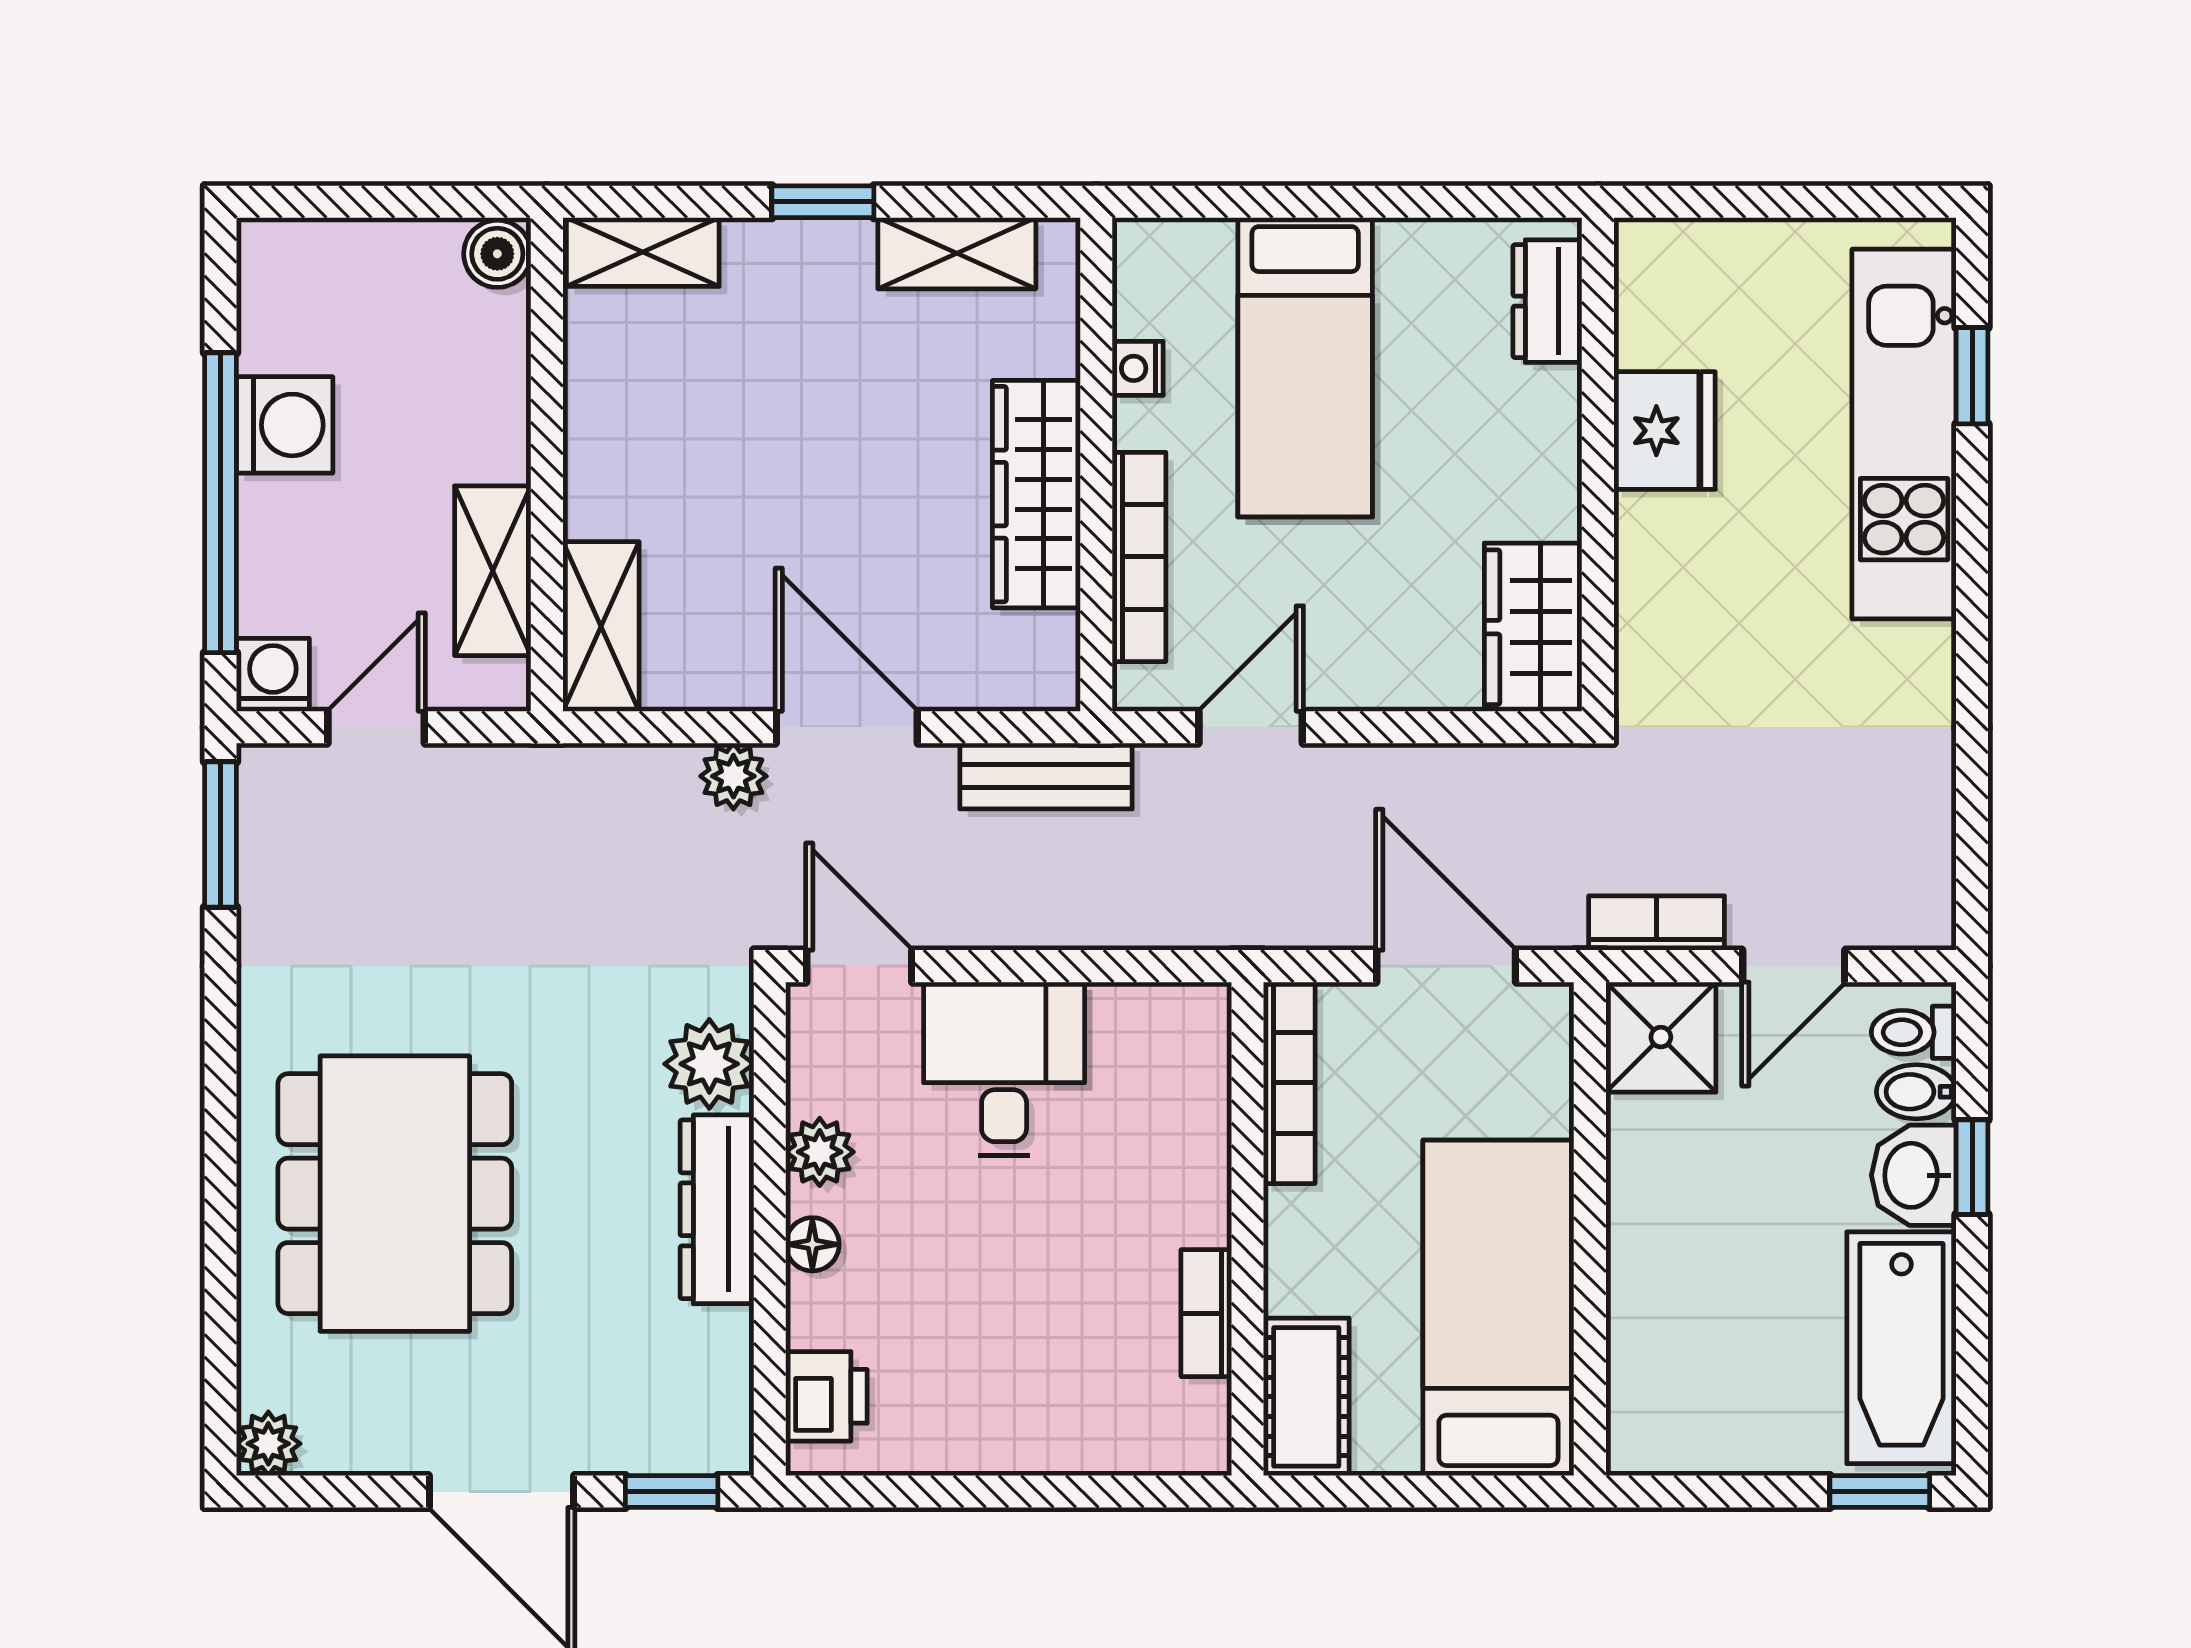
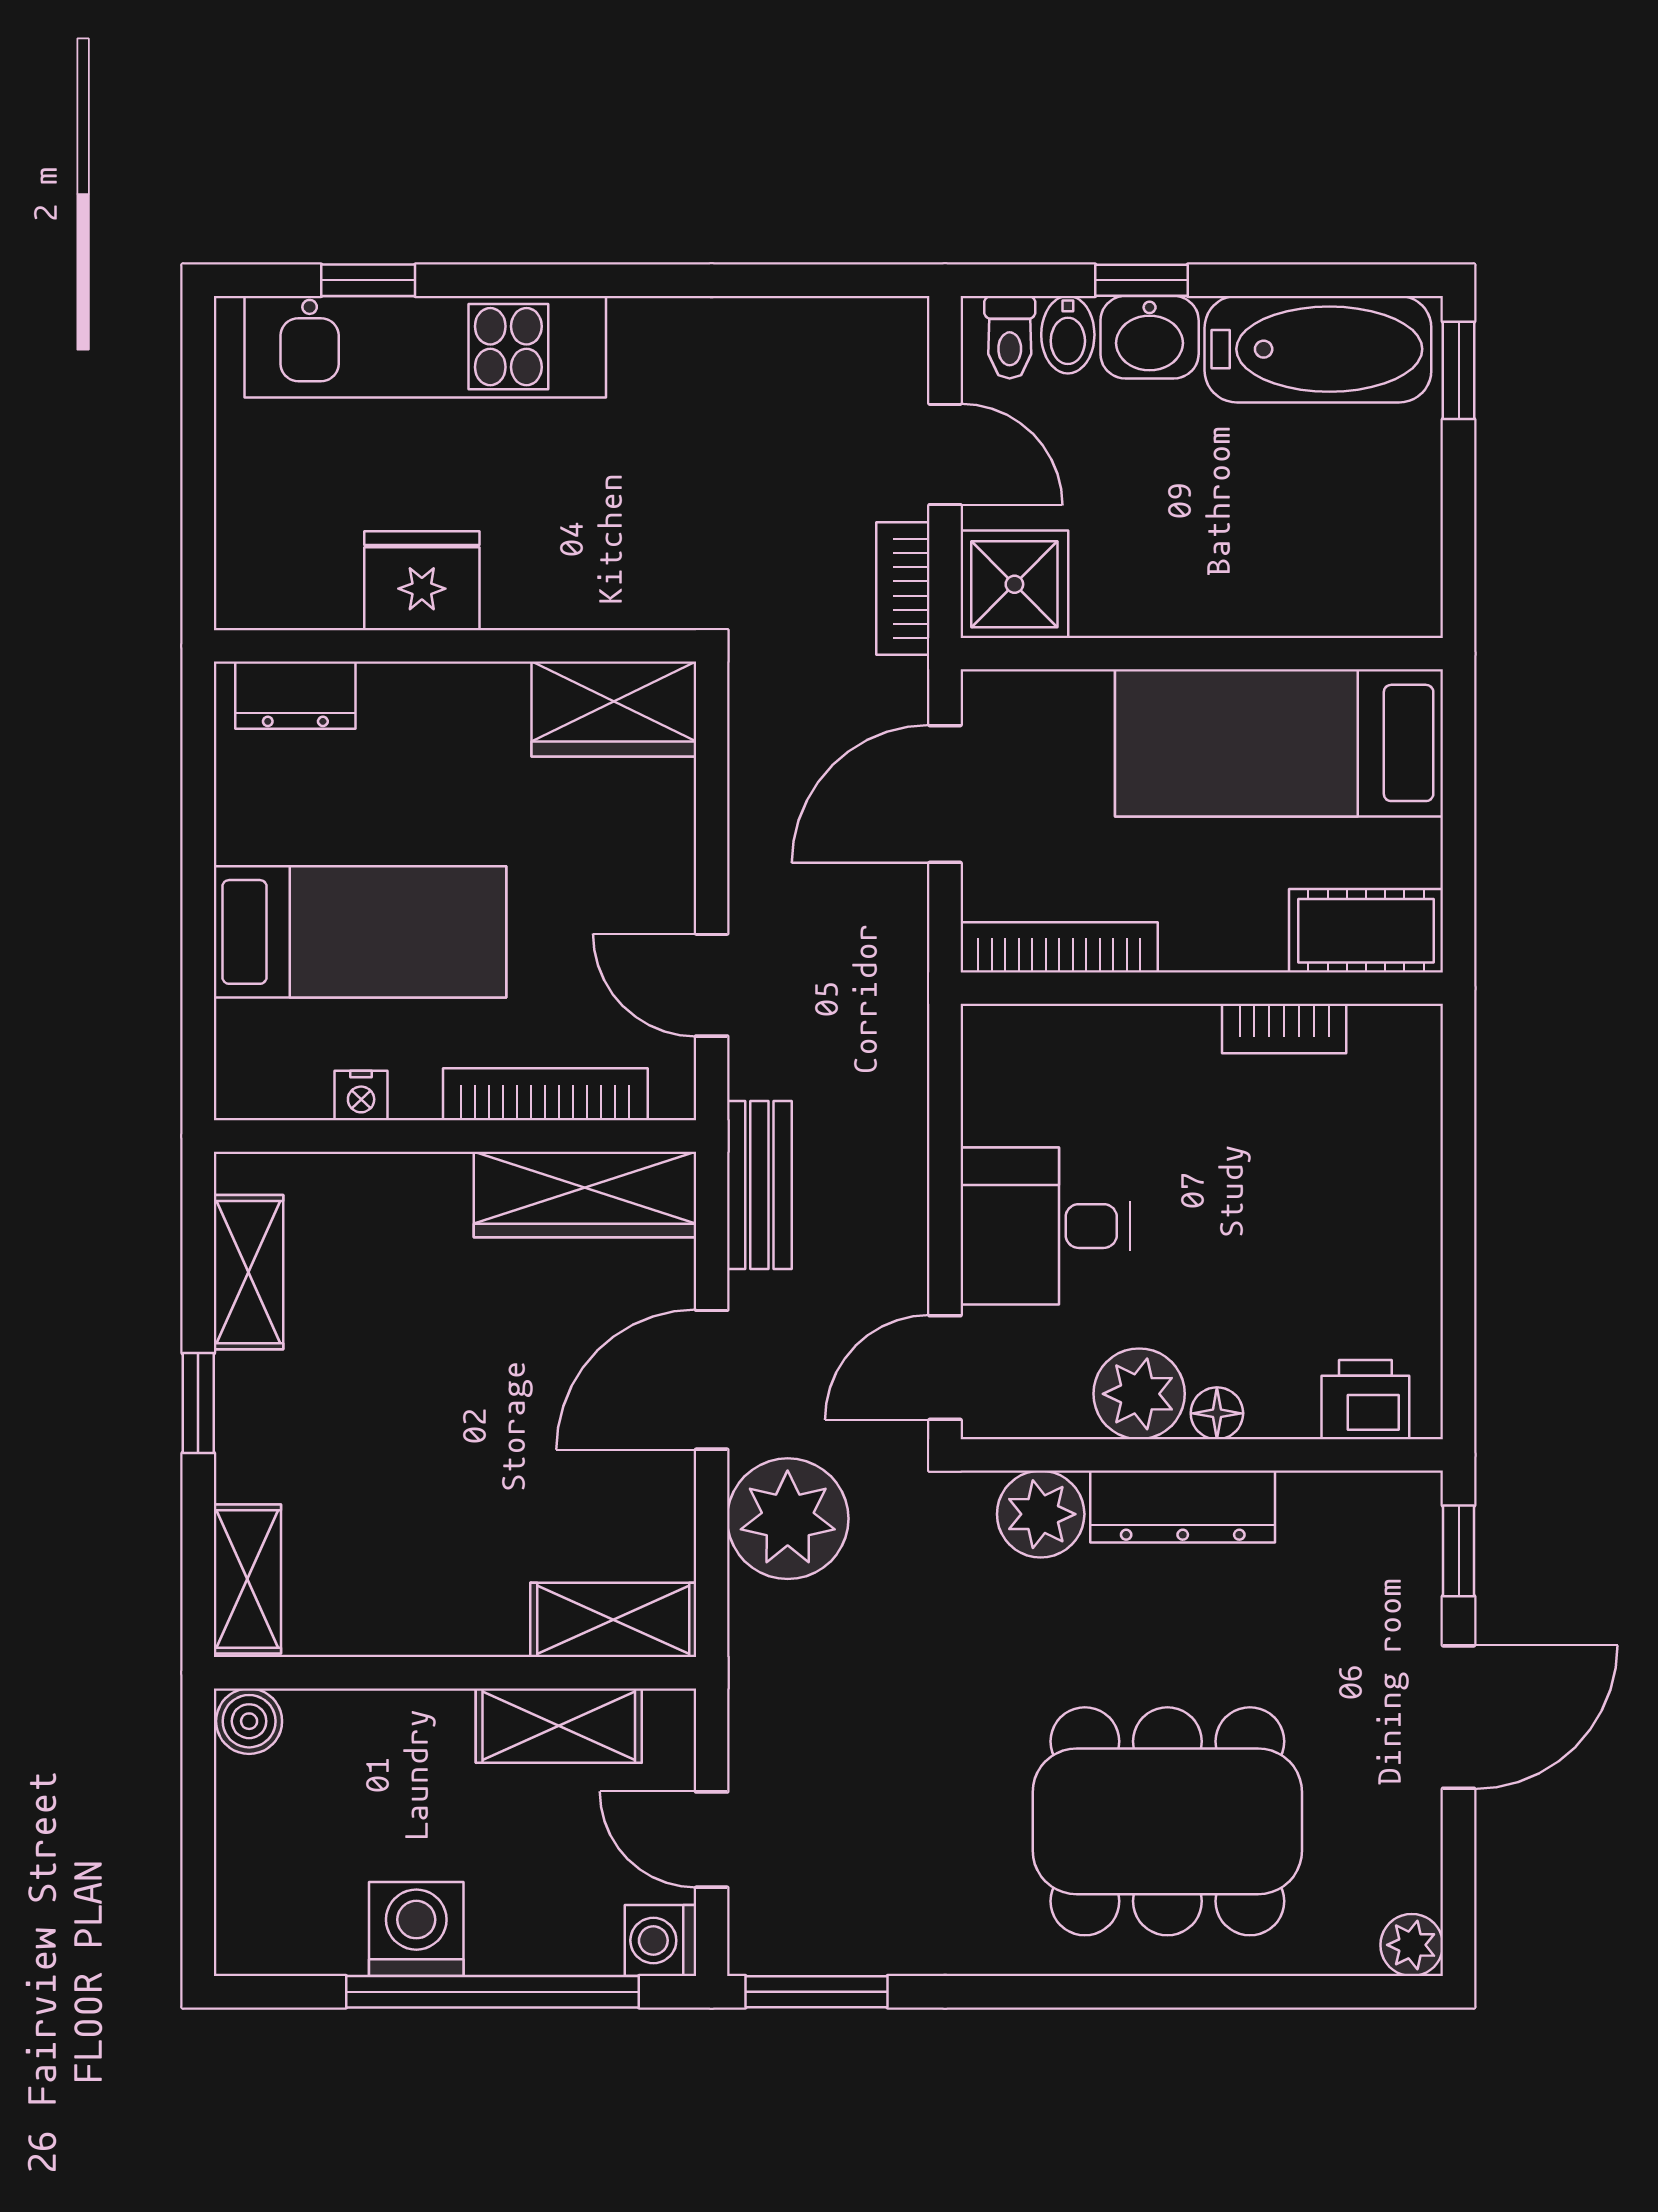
wardrobe: (1036, 494) -> (585, 1194), moved
plant: (733, 776) -> (788, 1519), width x1.88, depth x1.88
plant: (820, 1152) -> (1139, 1394), width x1.38, depth x1.38

